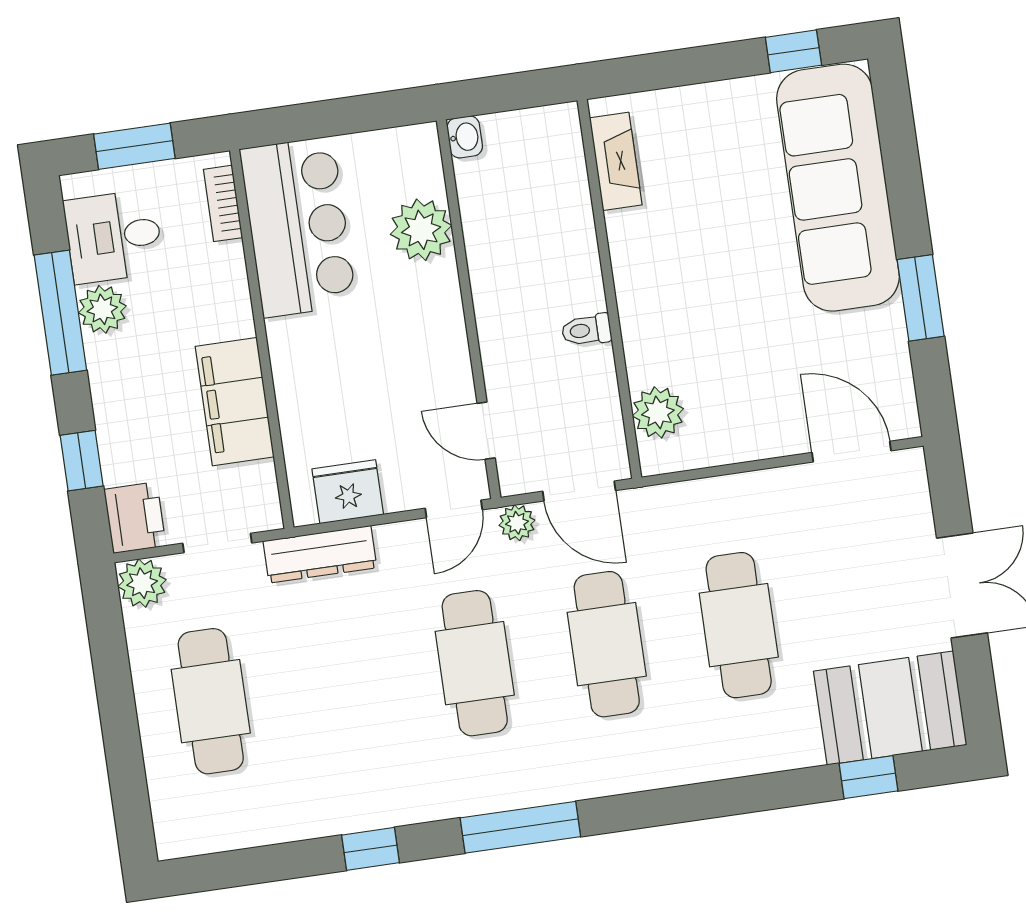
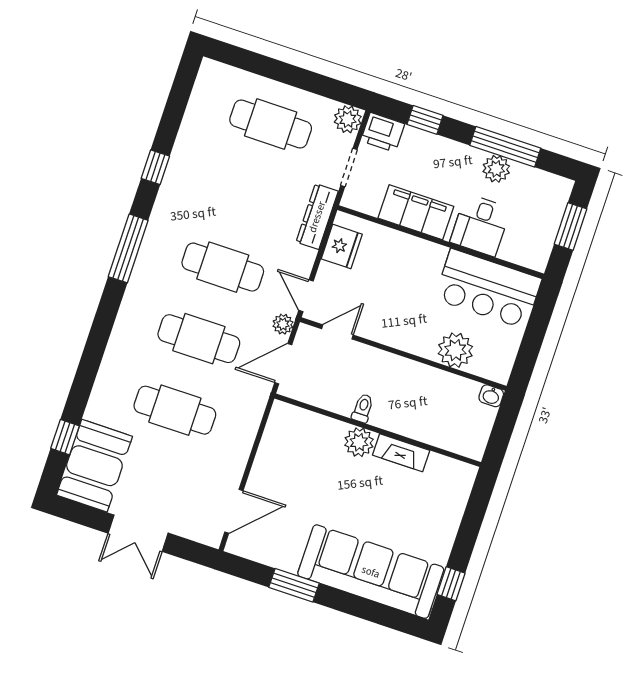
fireplace: (616, 161) -> (401, 453), moved
bookcase: (223, 203) -> (519, 257), removed
desk: (114, 237) -> (480, 225), moved, turned 180
plant: (658, 412) -> (359, 442), moved

